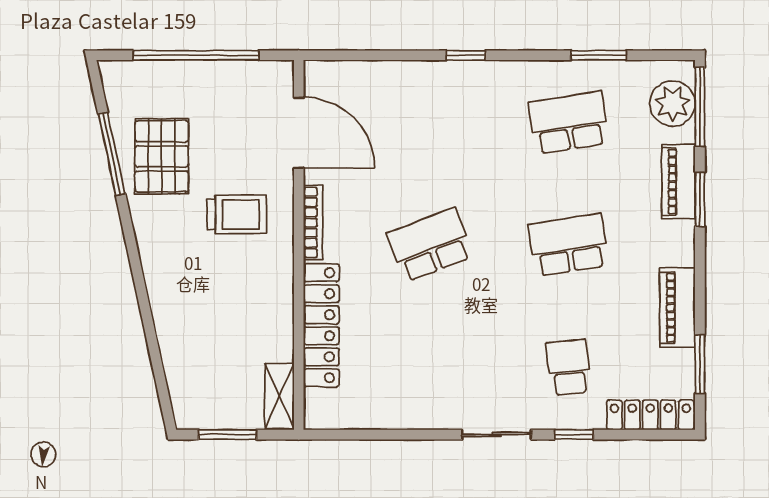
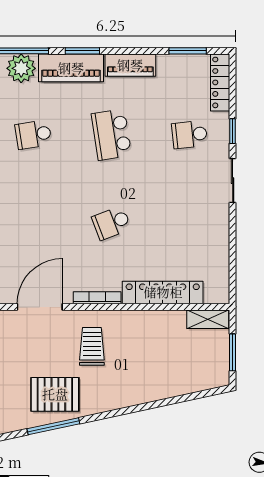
school desk: (569, 123) -> (33, 135), width x0.54
piano: (679, 182) -> (71, 68), width x1.37, depth x1.33
school desk: (430, 245) -> (111, 223), width x0.54
piano: (678, 308) -> (130, 65), moved

